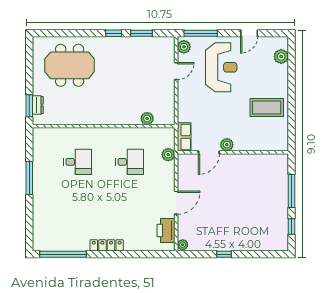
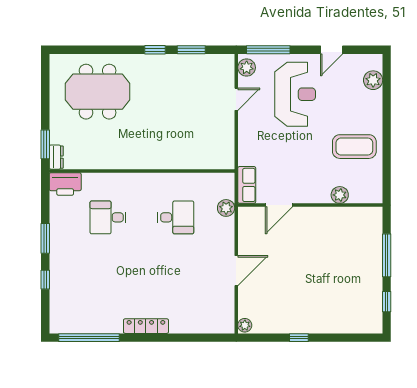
dresser: (38, 105) -> (56, 157), moved
plant: (147, 118) -> (199, 161), removed
plant: (227, 145) -> (340, 195), moved
desk: (78, 162) -> (108, 217), turned 180
window: (29, 178) -> (45, 238), width x0.69
window: (29, 210) -> (45, 280), added
printer: (166, 231) -> (65, 184), moved, turned -90

